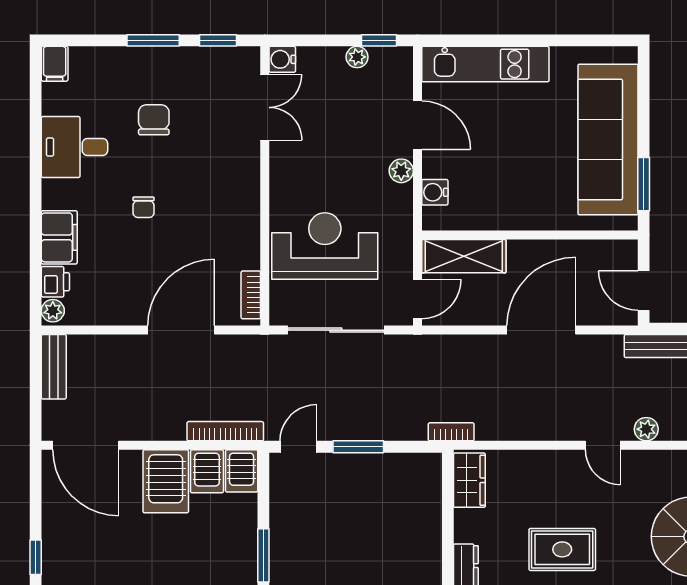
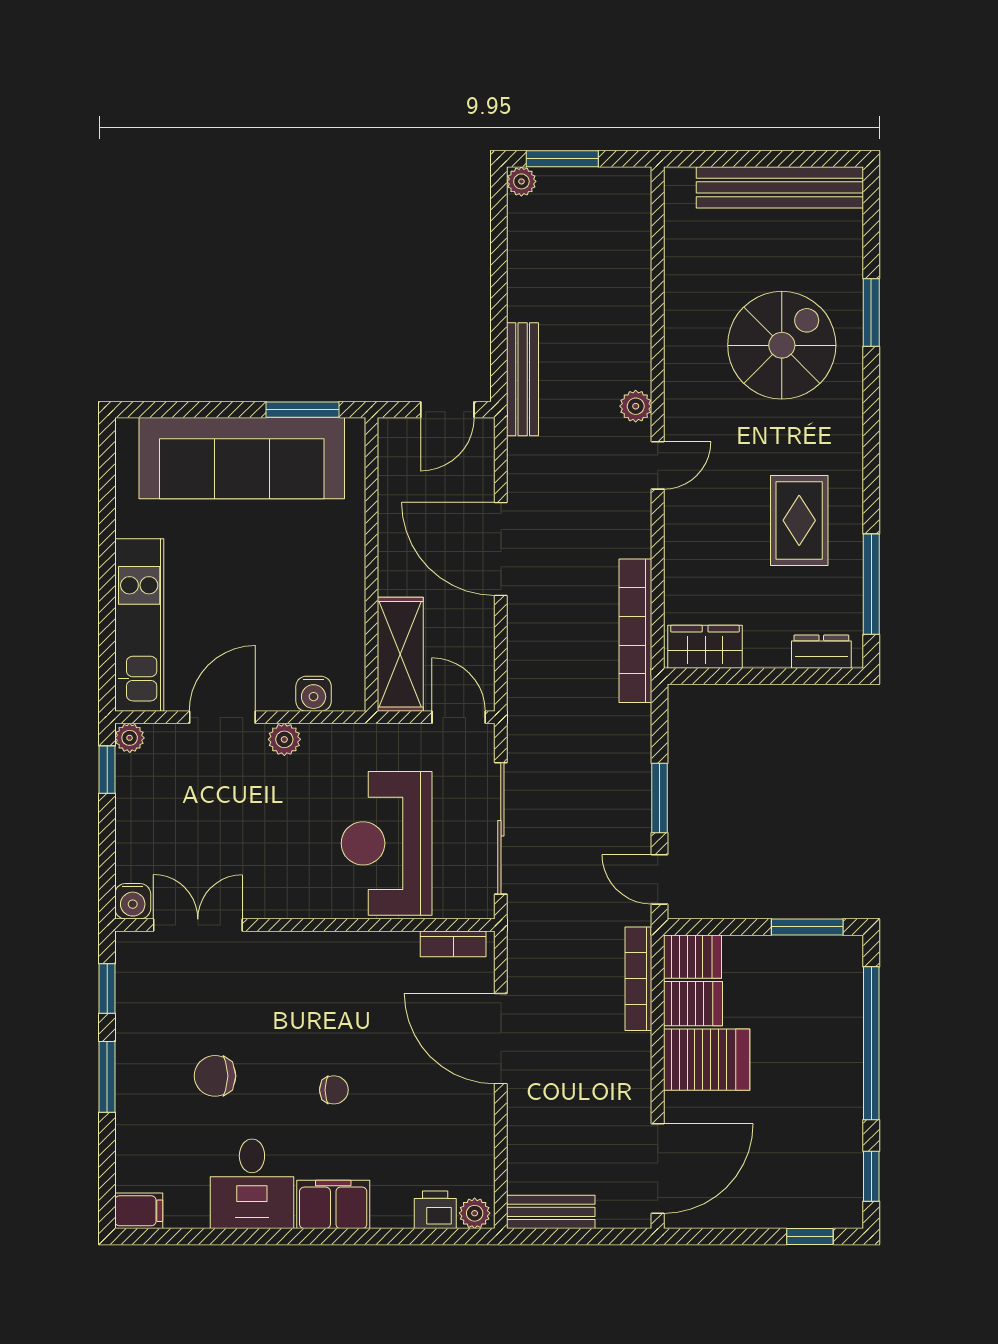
plant: (357, 57) -> (130, 738), moved
filing cabinet: (59, 237) -> (333, 1204), moved
bookcase: (451, 432) -> (635, 631), width x2.31, depth x1.31

